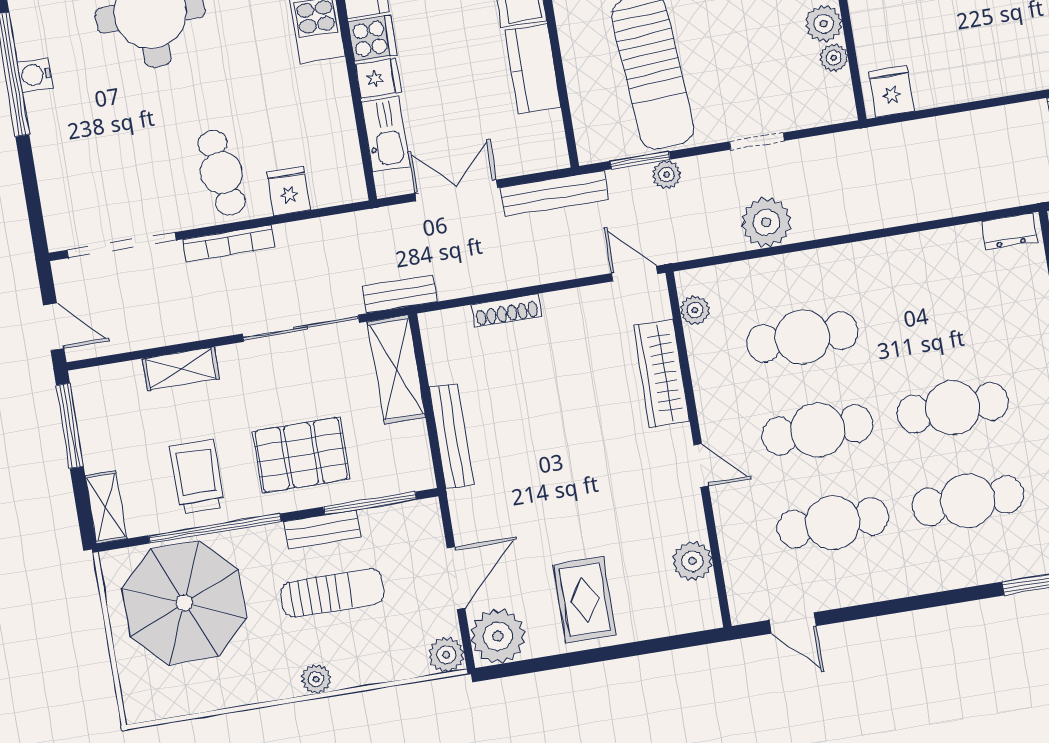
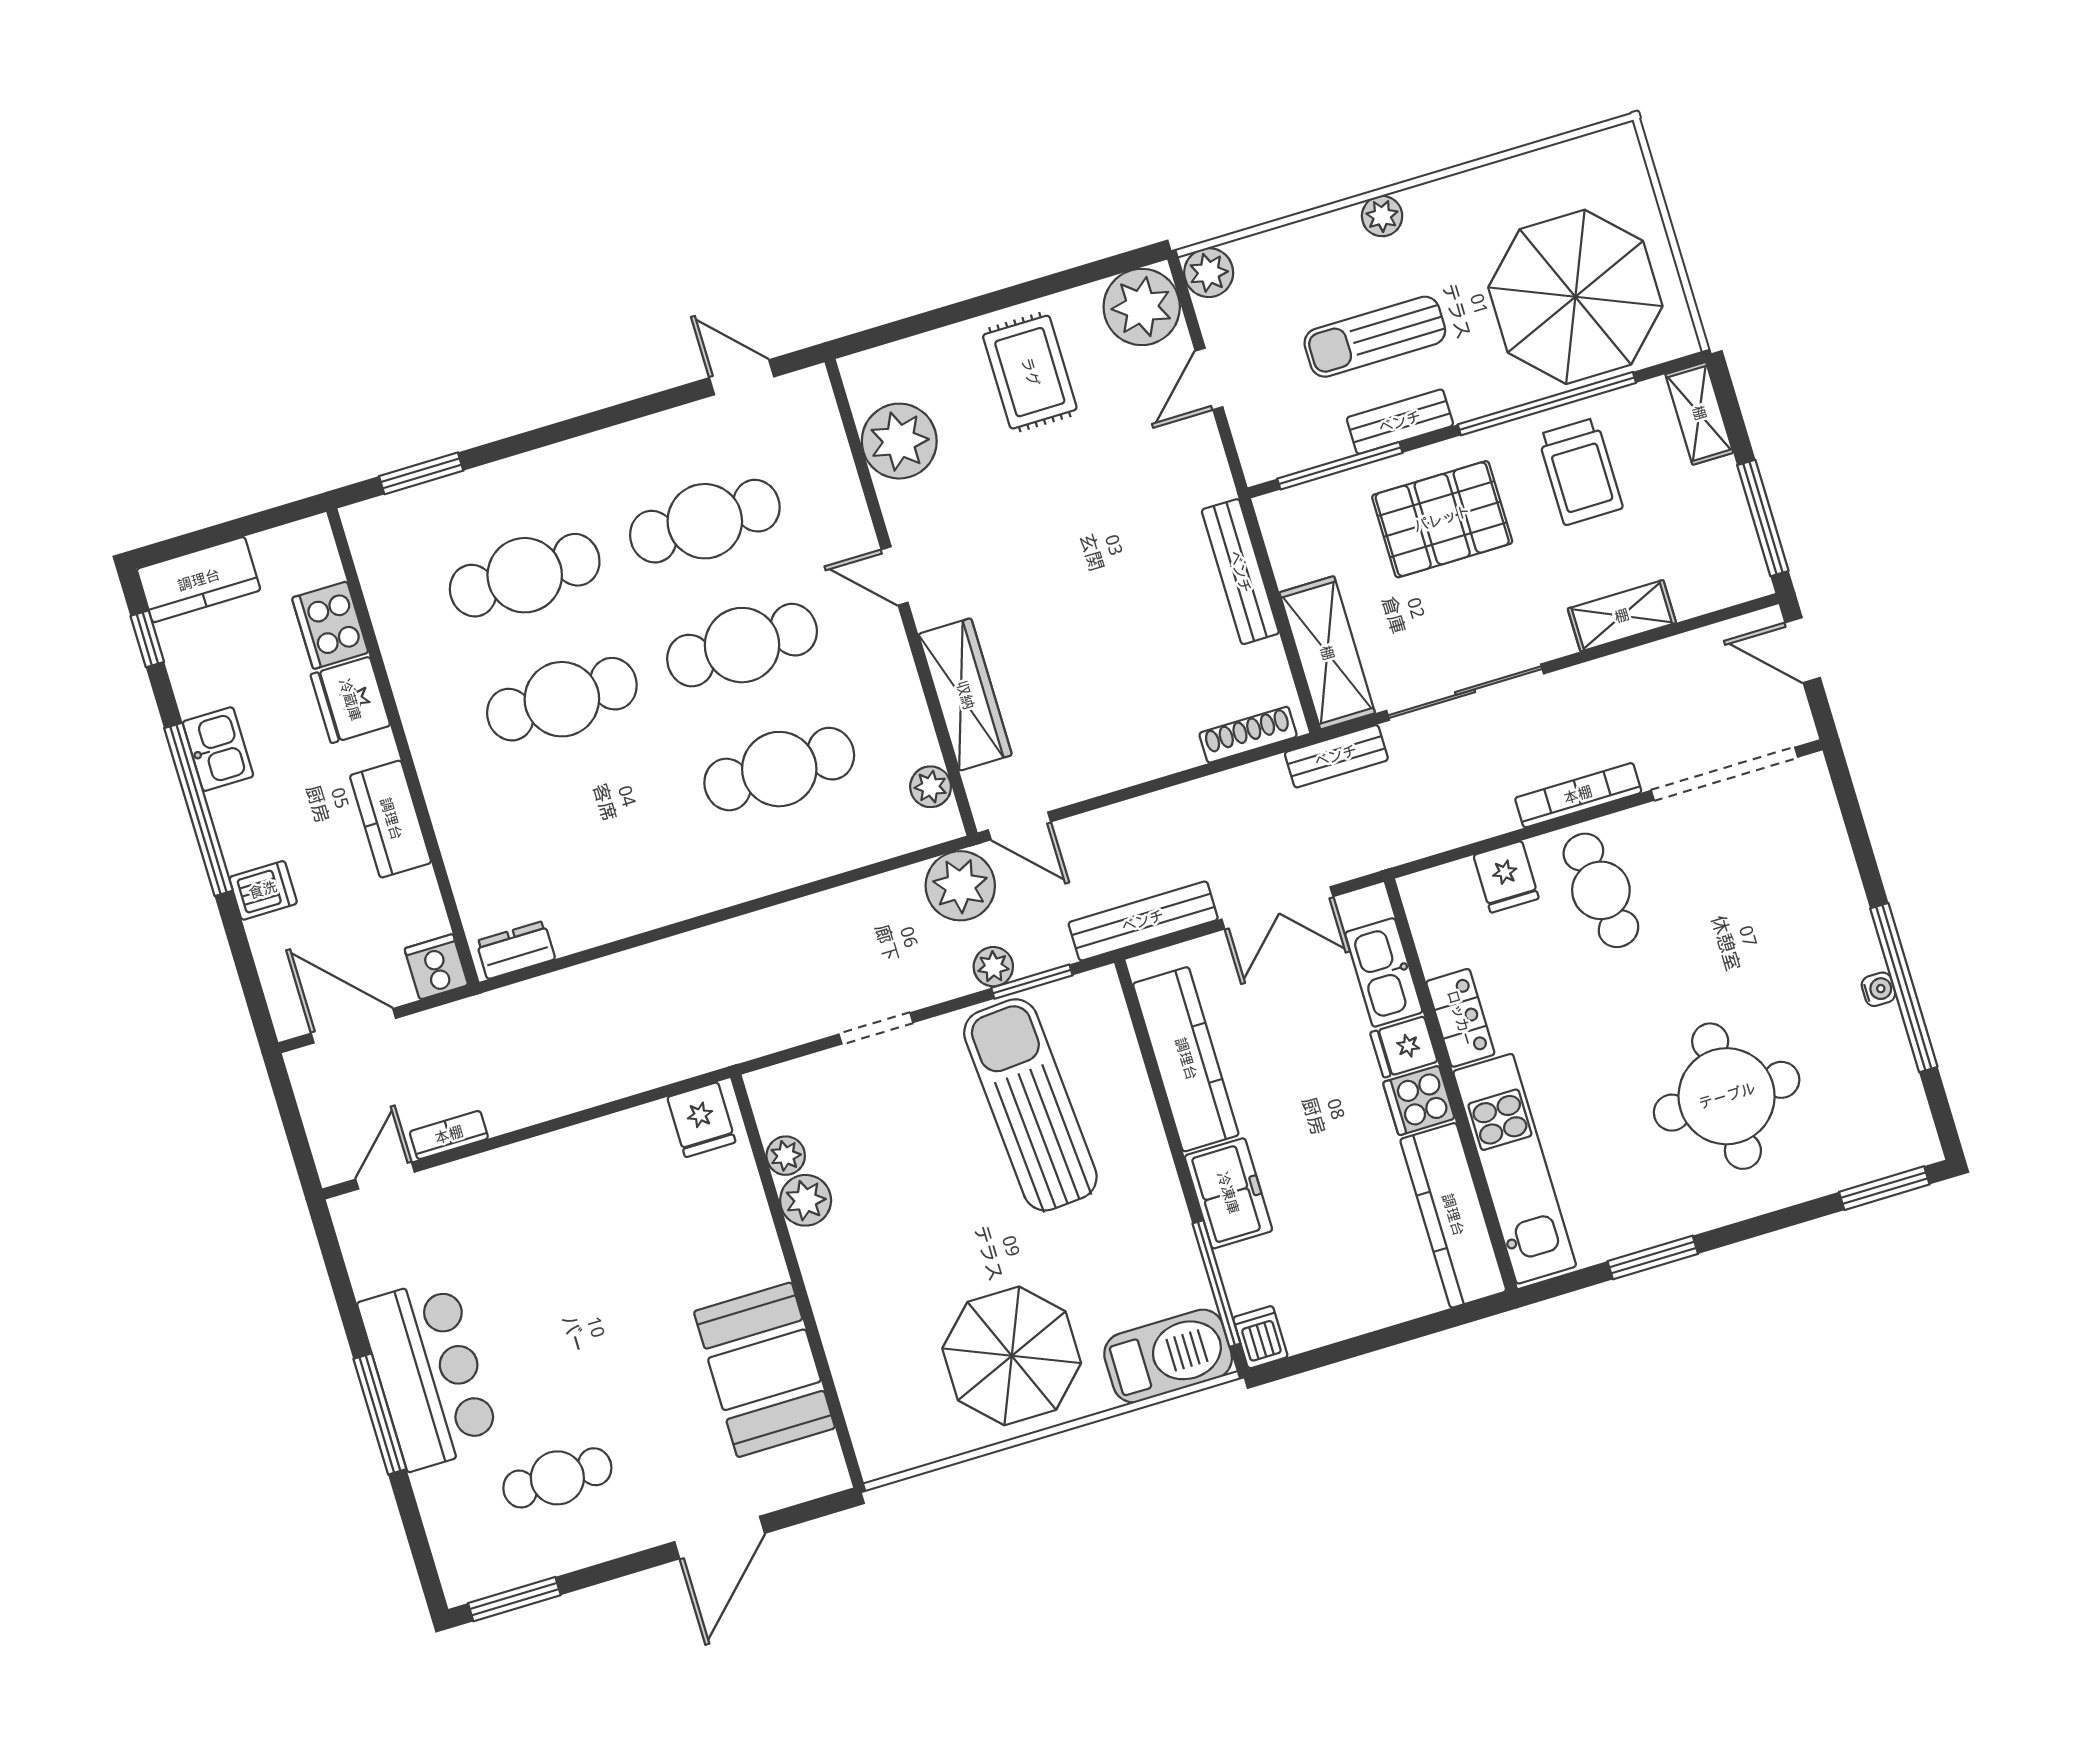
kitchen counter: (533, 69) -> (1186, 1059), width x1.50
water cooler: (35, 75) -> (1878, 989), width x0.72, depth x0.72
locker: (335, 94) -> (1460, 1018), added
plant: (766, 222) -> (960, 886), moved
shoe rack: (506, 311) -> (1248, 735), moved
plant: (692, 561) -> (899, 441), width x1.36, depth x1.36
door: (456, 578) -> (1209, 379), width x0.73

